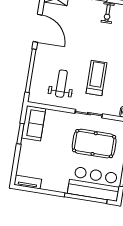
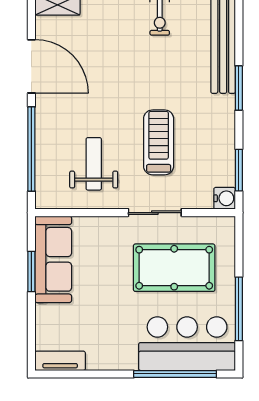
sofa: (34, 123) -> (53, 259), width x1.36

